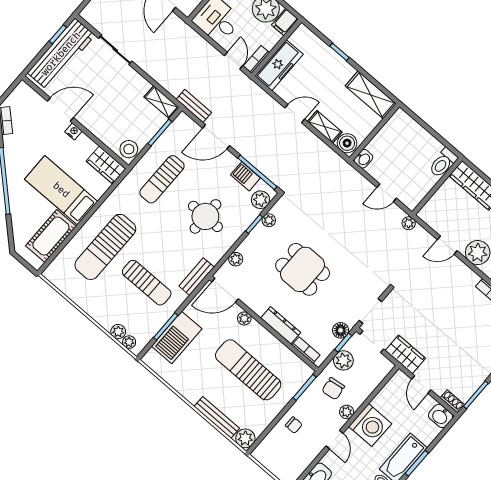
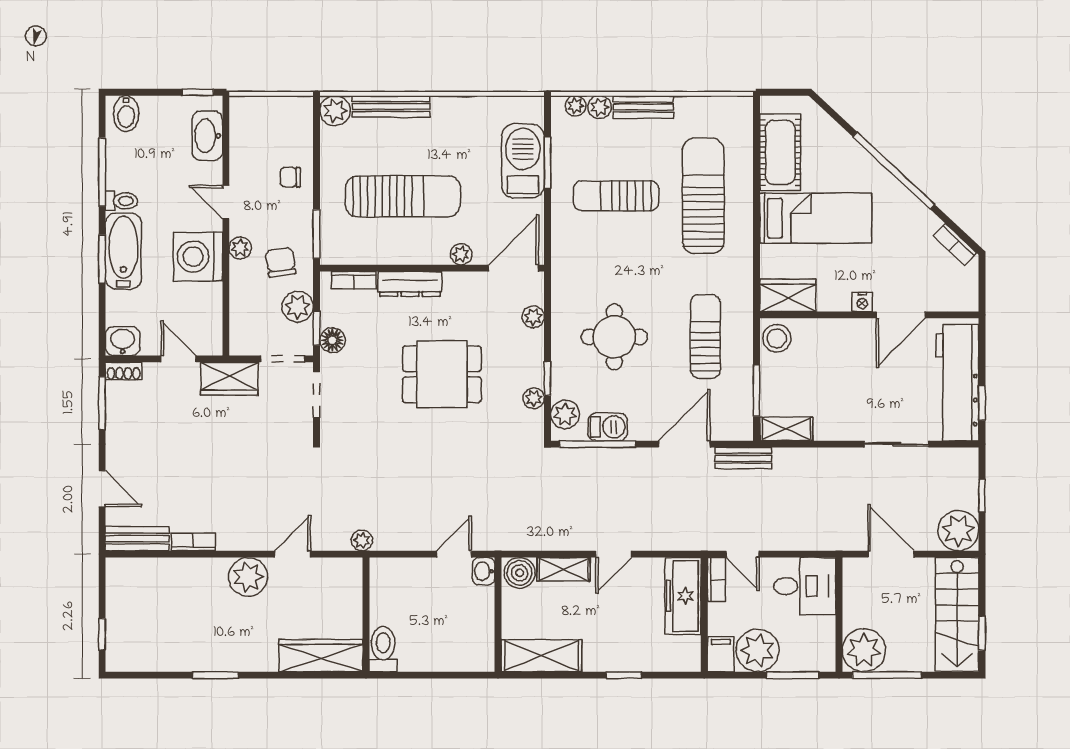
door: (387, 193) -> (454, 554), moved
bench: (197, 277) -> (643, 107), moved, turned 90

